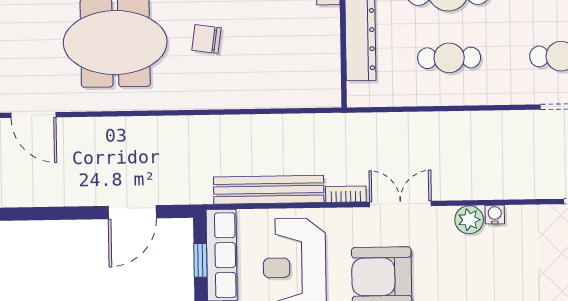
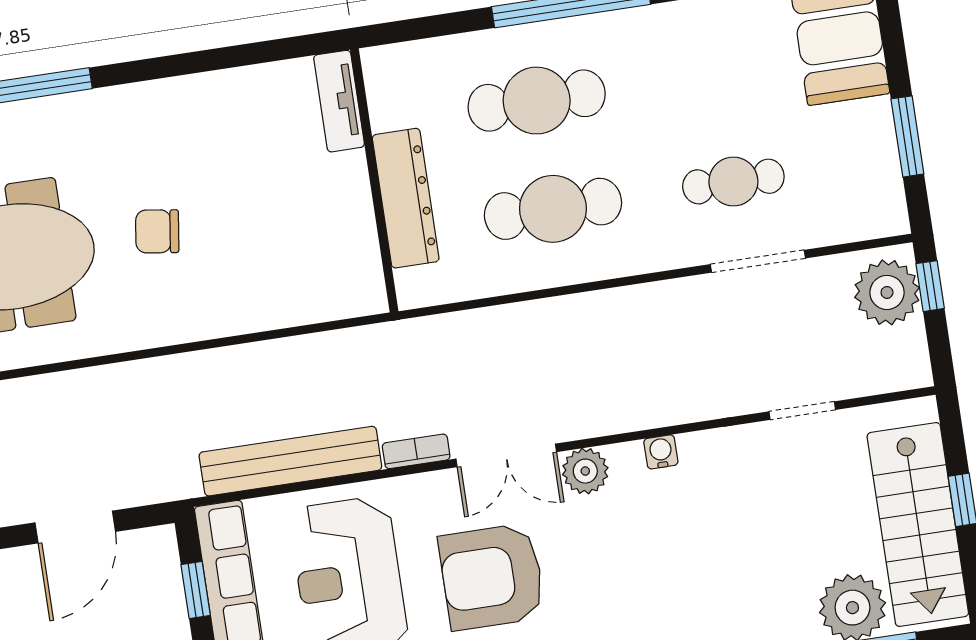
cafe table: (449, 58) -> (553, 209), width x1.37, depth x1.35
double door: (400, 204) -> (506, 455), swing flipped
plant: (469, 220) -> (585, 471), moved

